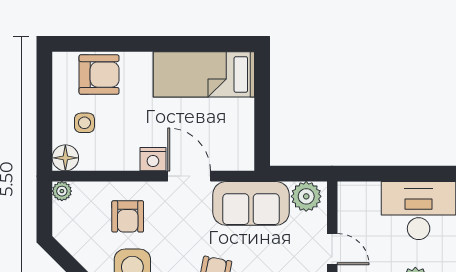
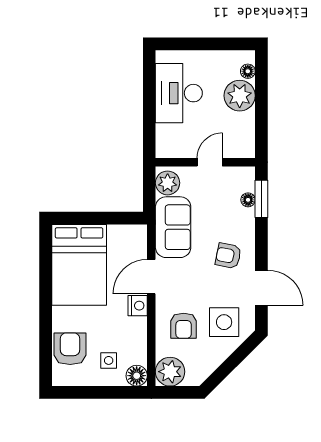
bed: (204, 74) -> (79, 265), width x1.50
plant: (62, 191) -> (170, 372), width x1.88, depth x1.88
armchair: (128, 216) -> (184, 326), turned 90

